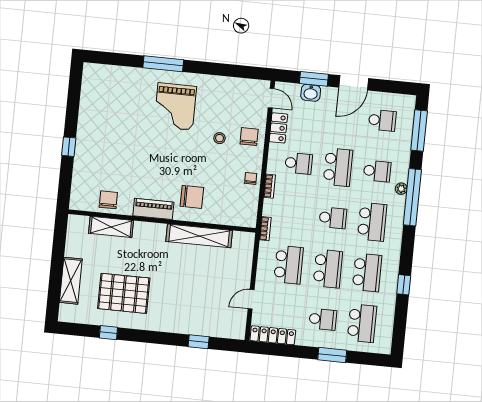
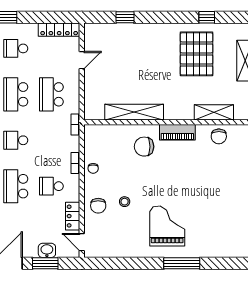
pallet: (124, 293) -> (197, 54), turned 90

